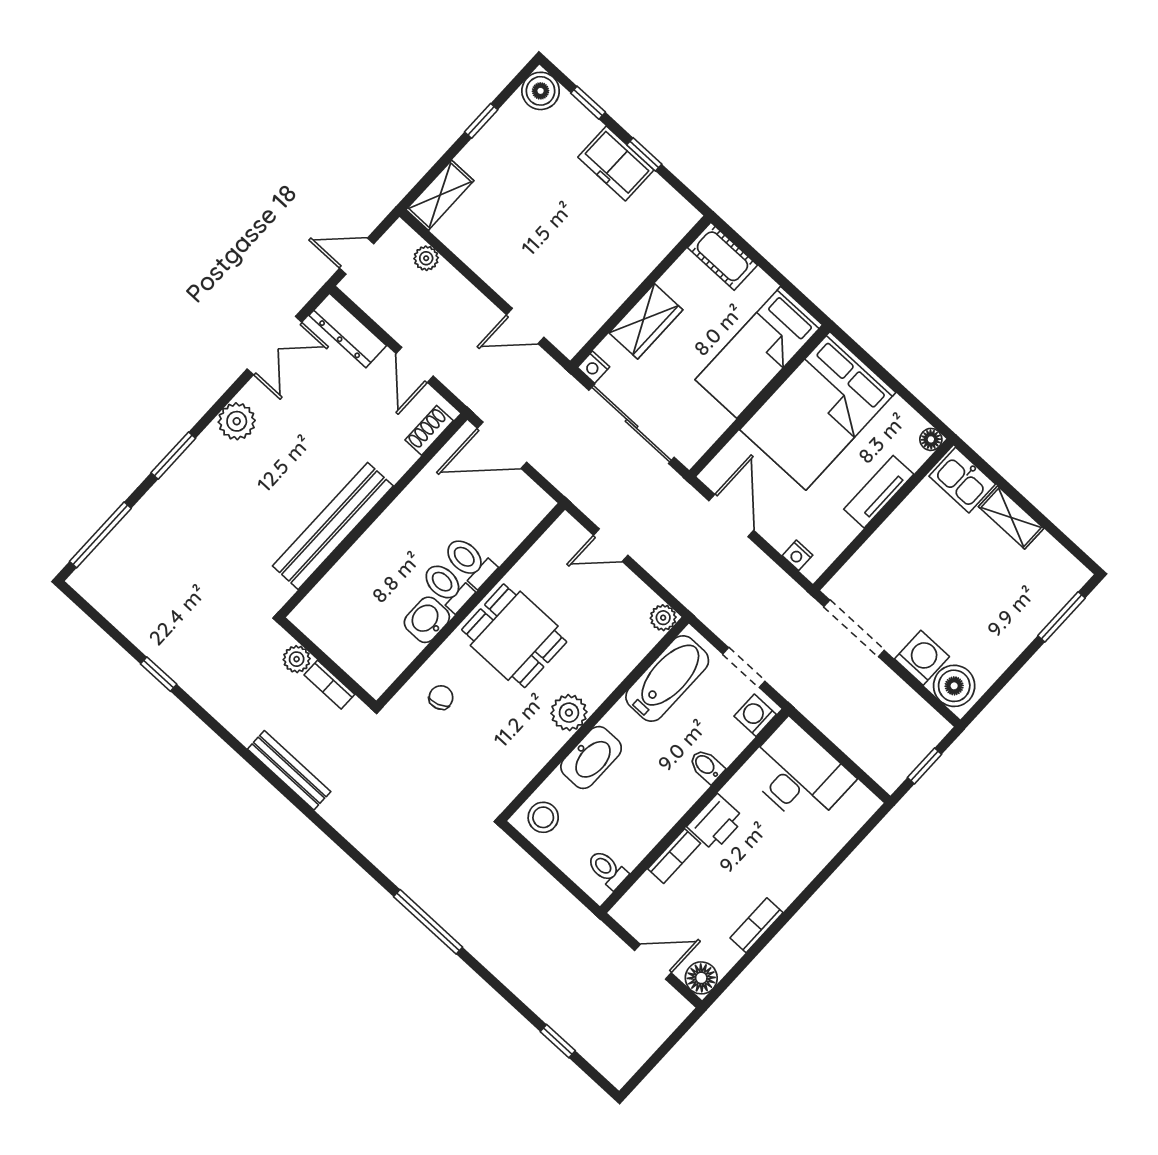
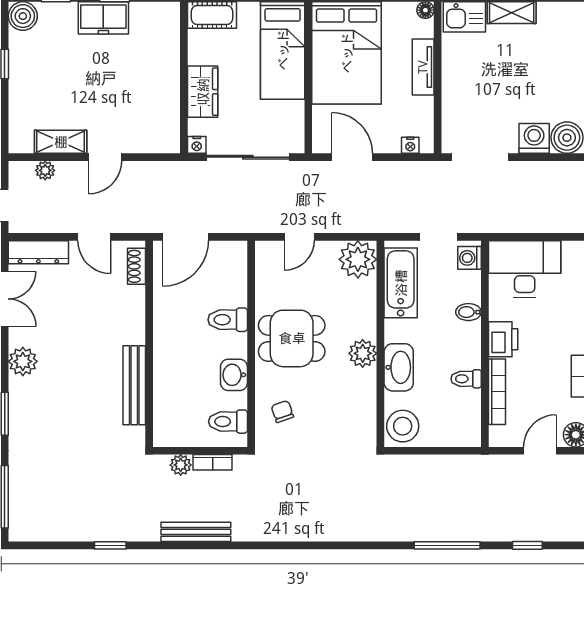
shelving: (440, 195) -> (61, 142), moved, turned 90
door: (525, 326) -> (105, 157), moved
bench: (333, 526) -> (134, 385), width x0.73, depth x0.82
toilet: (447, 586) -> (228, 422), moved
plant: (663, 618) -> (358, 259), width x1.87, depth x1.87
bench: (289, 770) -> (196, 532), moved
stool: (543, 817) -> (403, 426), width x1.38, depth x1.38
bookcase: (674, 856) -> (497, 392), width x1.56
toilet: (607, 869) -> (466, 379), moved
window: (428, 922) -> (447, 545), moved

